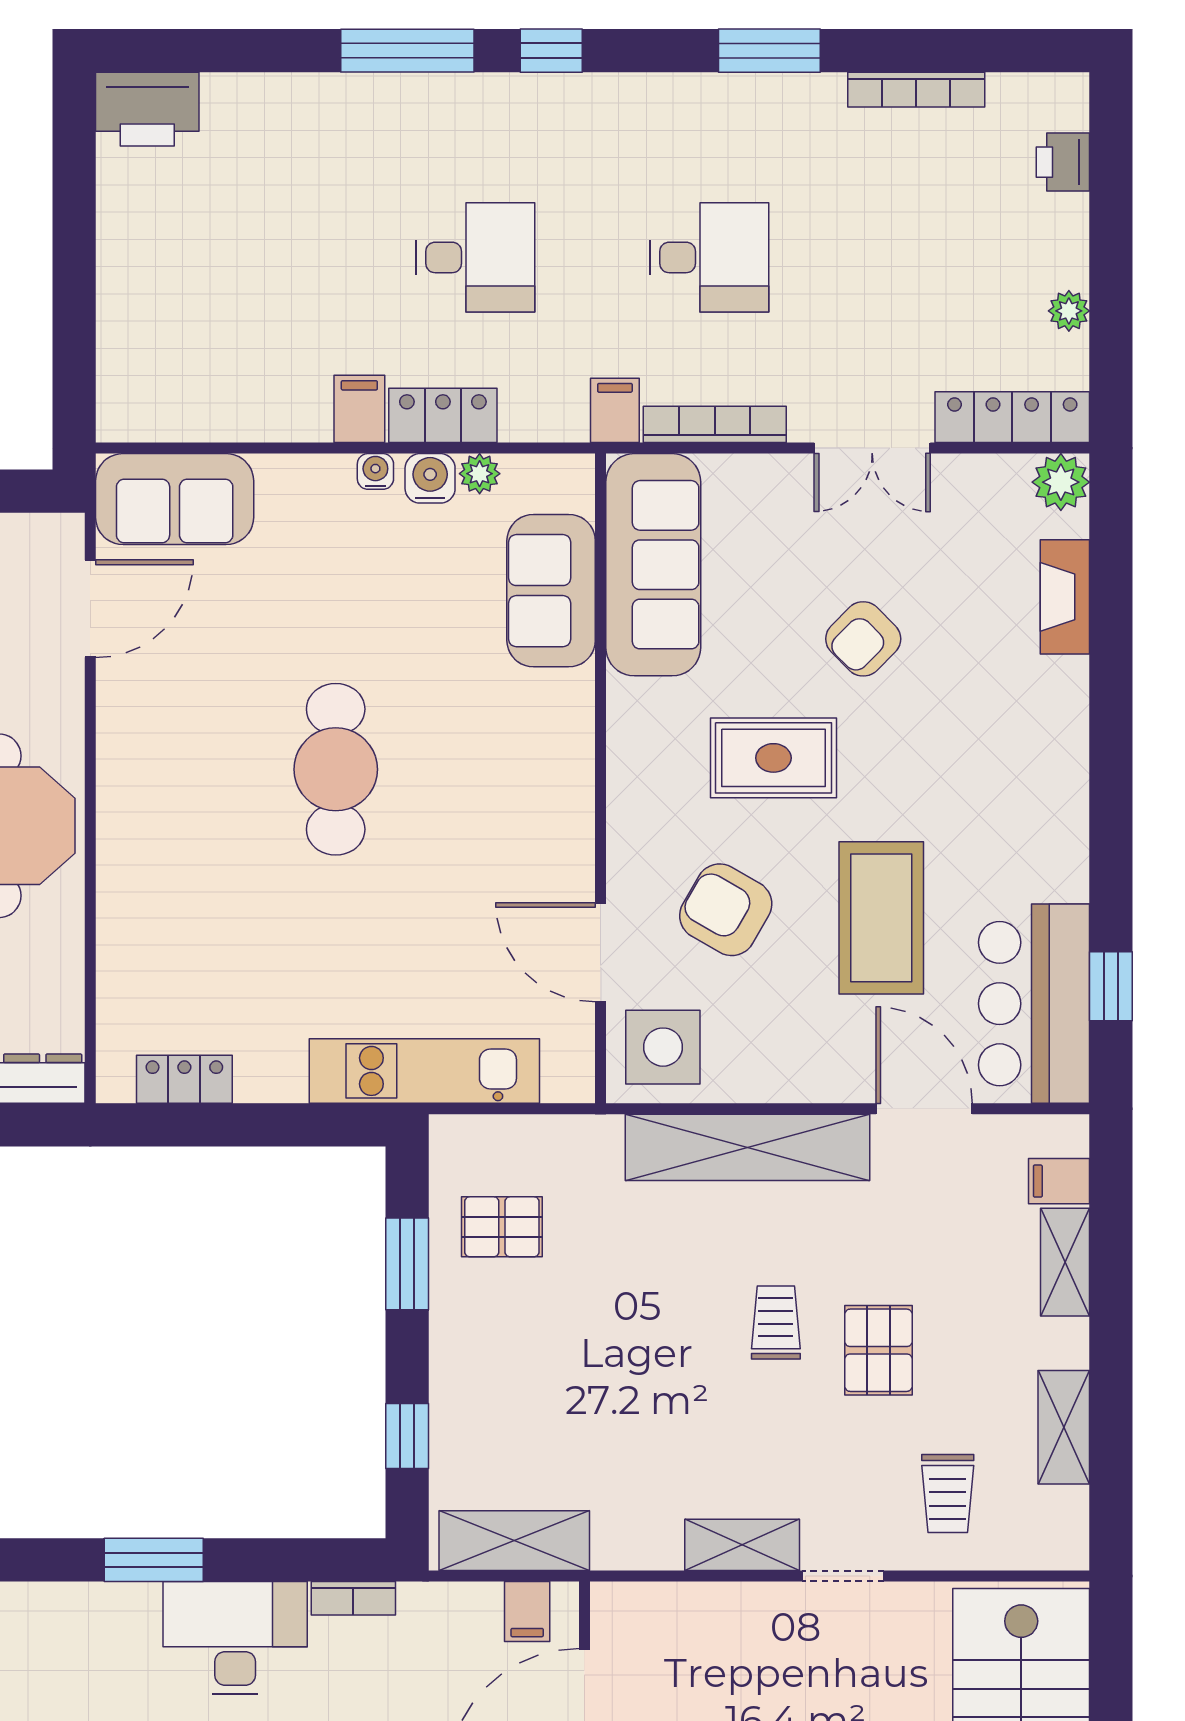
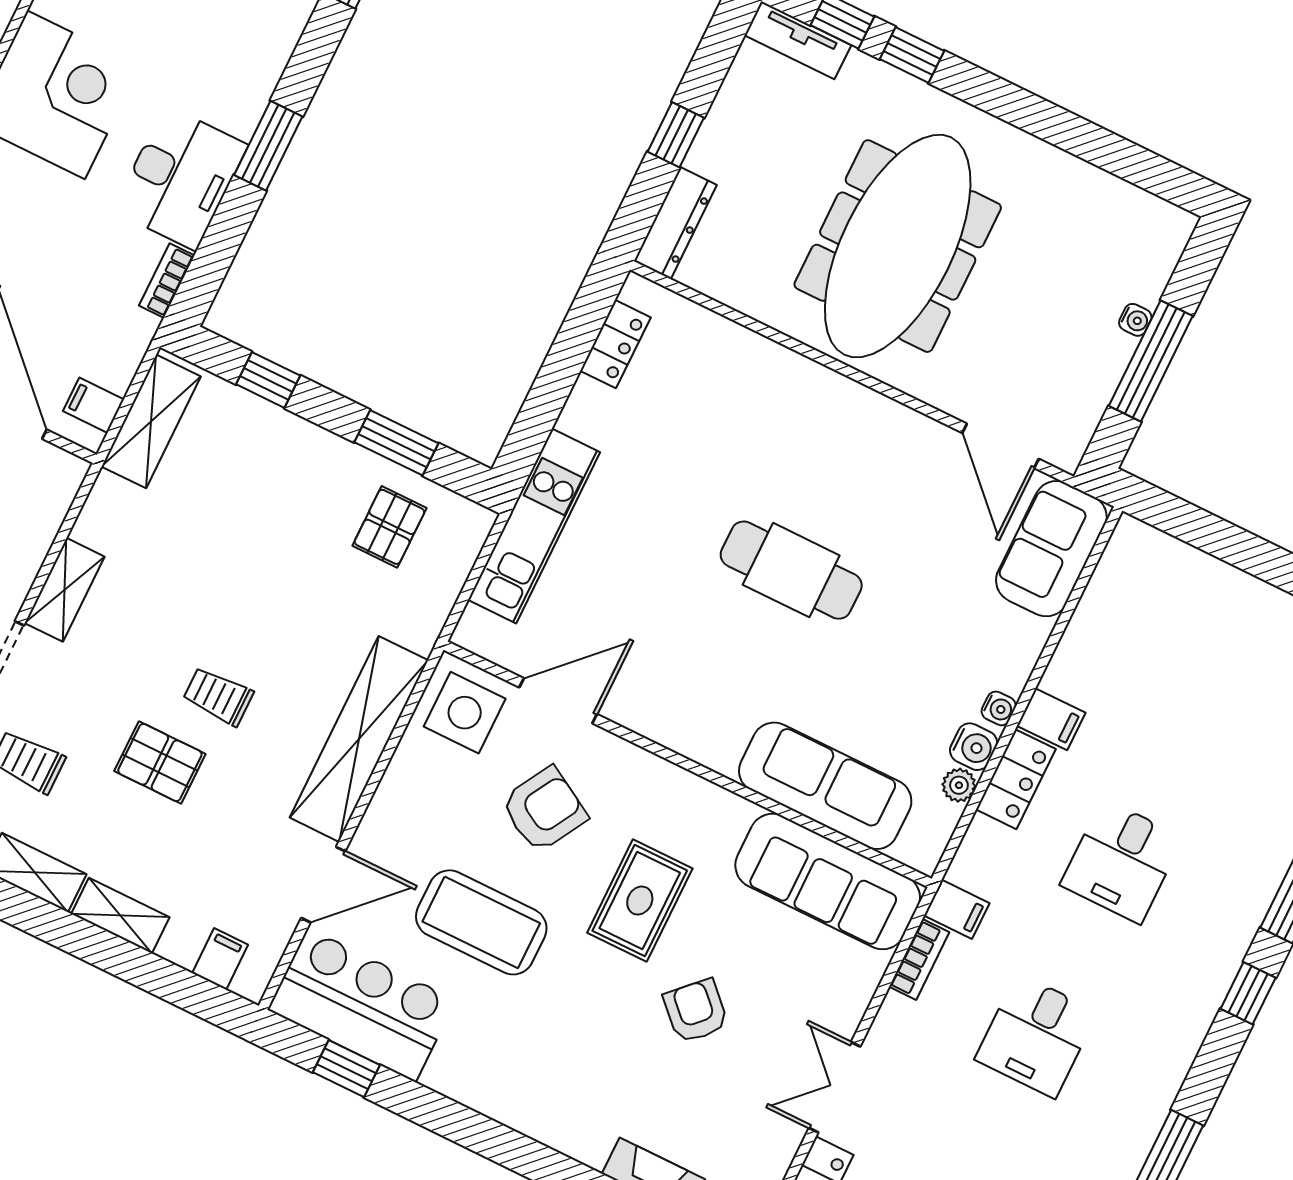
bookcase: (715, 424) -> (919, 959), width x0.64
sofa: (551, 591) -> (825, 786), width x1.36
shelving: (1065, 1262) -> (120, 916), moved
trolley: (776, 1322) -> (218, 696), turned 180

